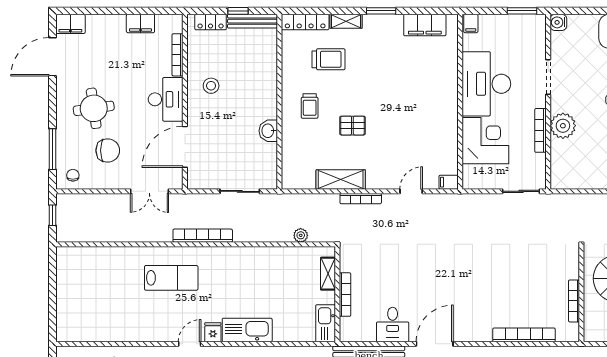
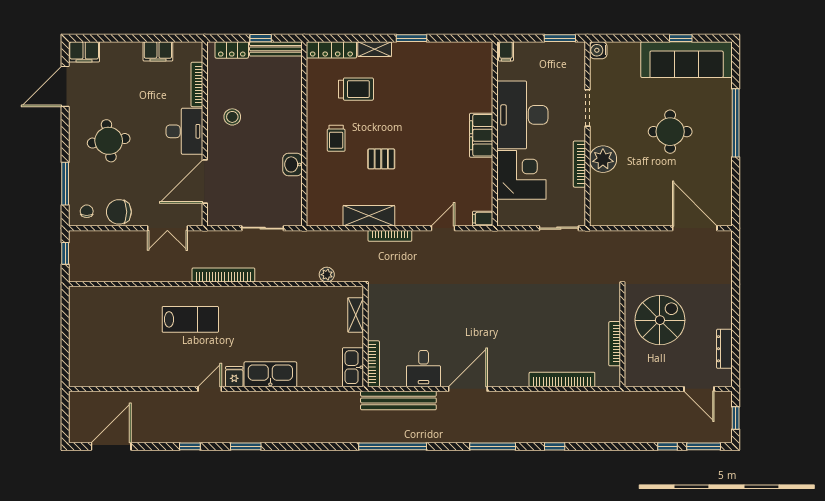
filing cabinet: (425, 25) -> (481, 135), moved, turned 90
chair: (108, 150) -> (119, 212), moved, turned 180
bookcase: (345, 295) -> (373, 364), moved

